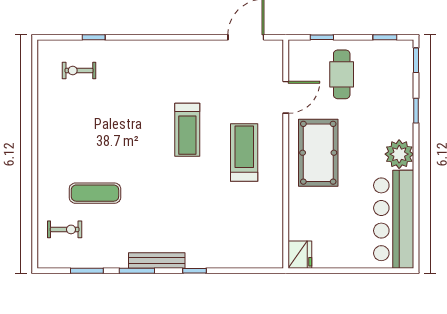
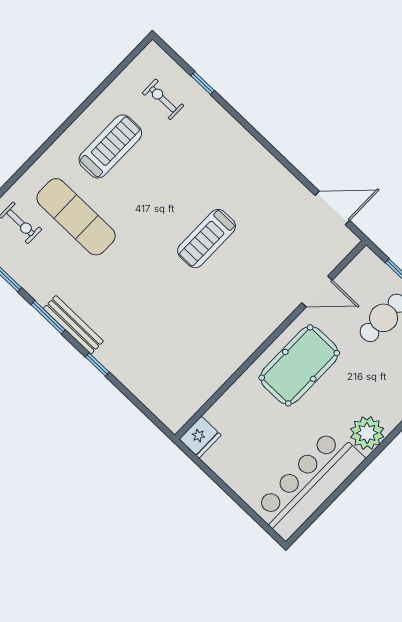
treadmill: (244, 153) -> (110, 146), moved
exercise mat: (95, 193) -> (76, 217), width x1.36, depth x1.45

